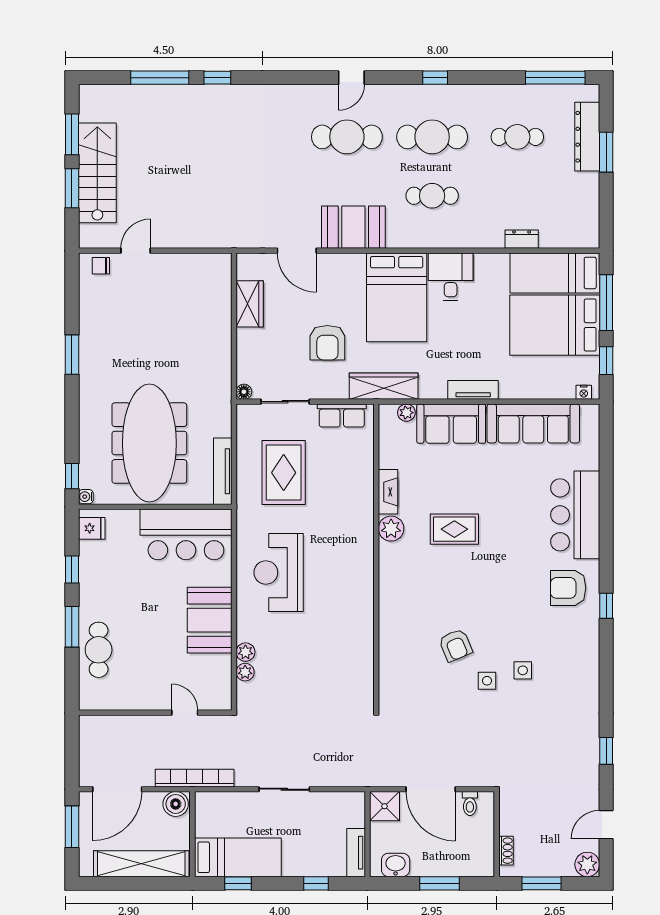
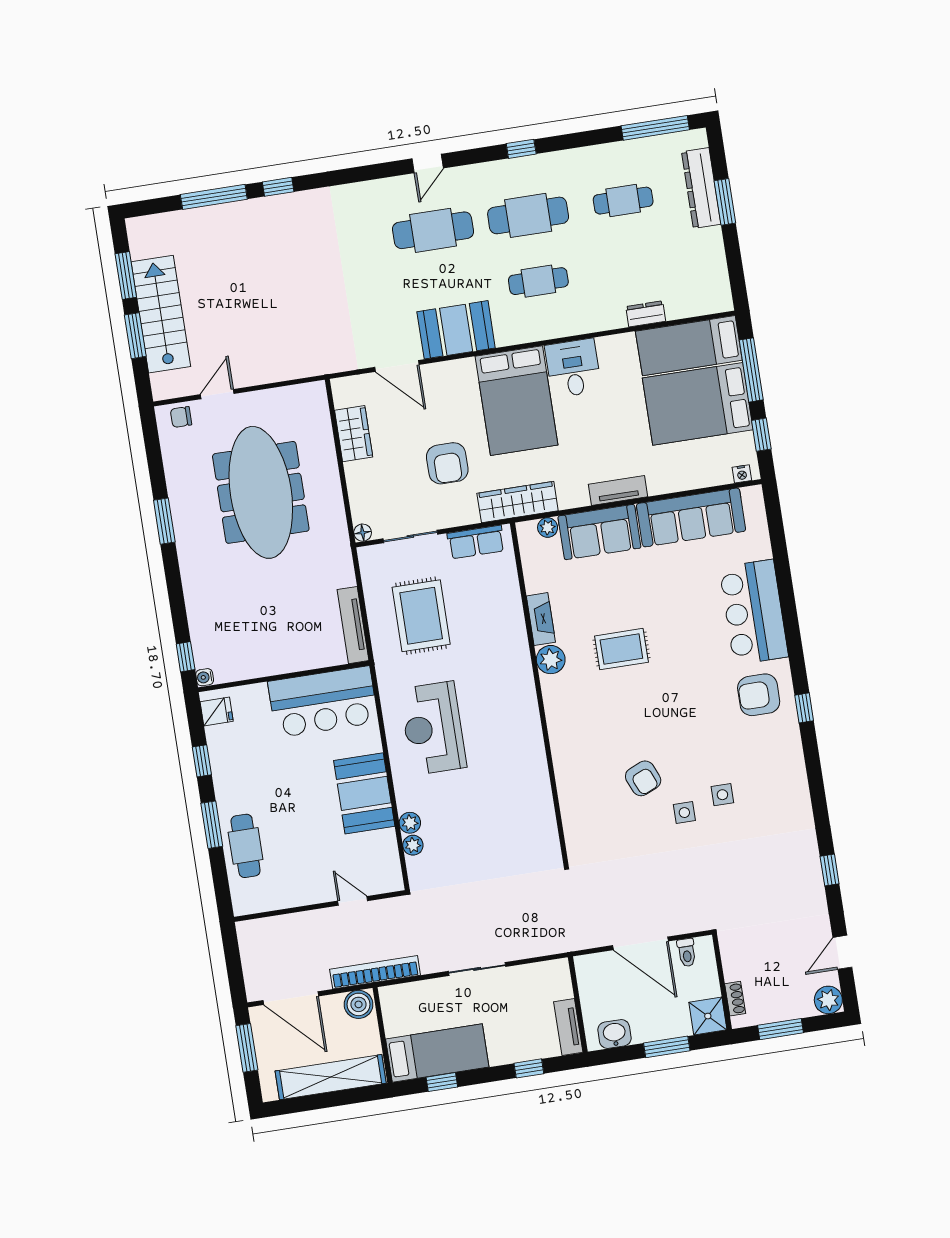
meeting table: (149, 443) -> (261, 492), moved
door: (117, 789) -> (291, 998), hinge flipped
shower: (384, 806) -> (708, 1016), moved

